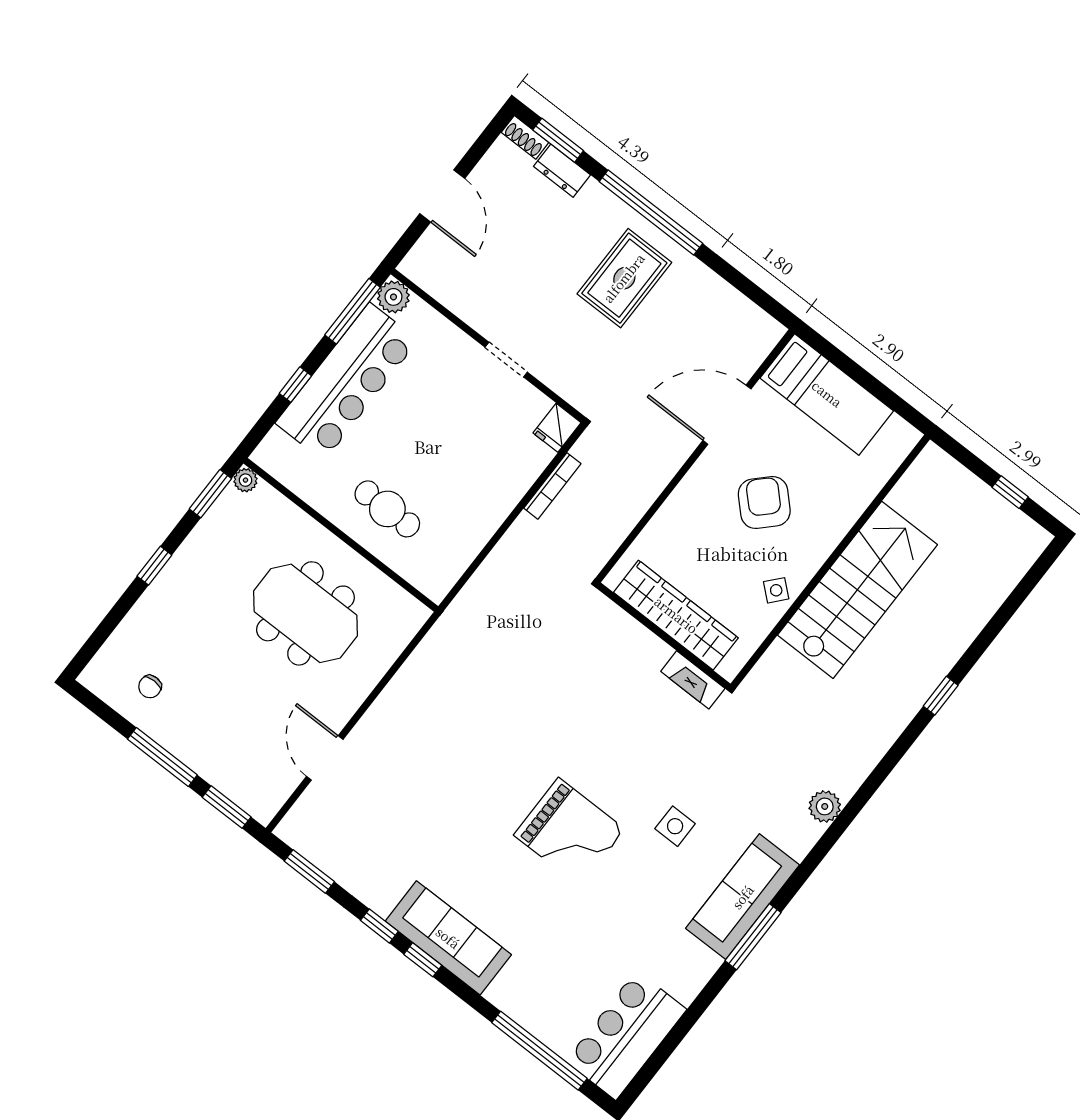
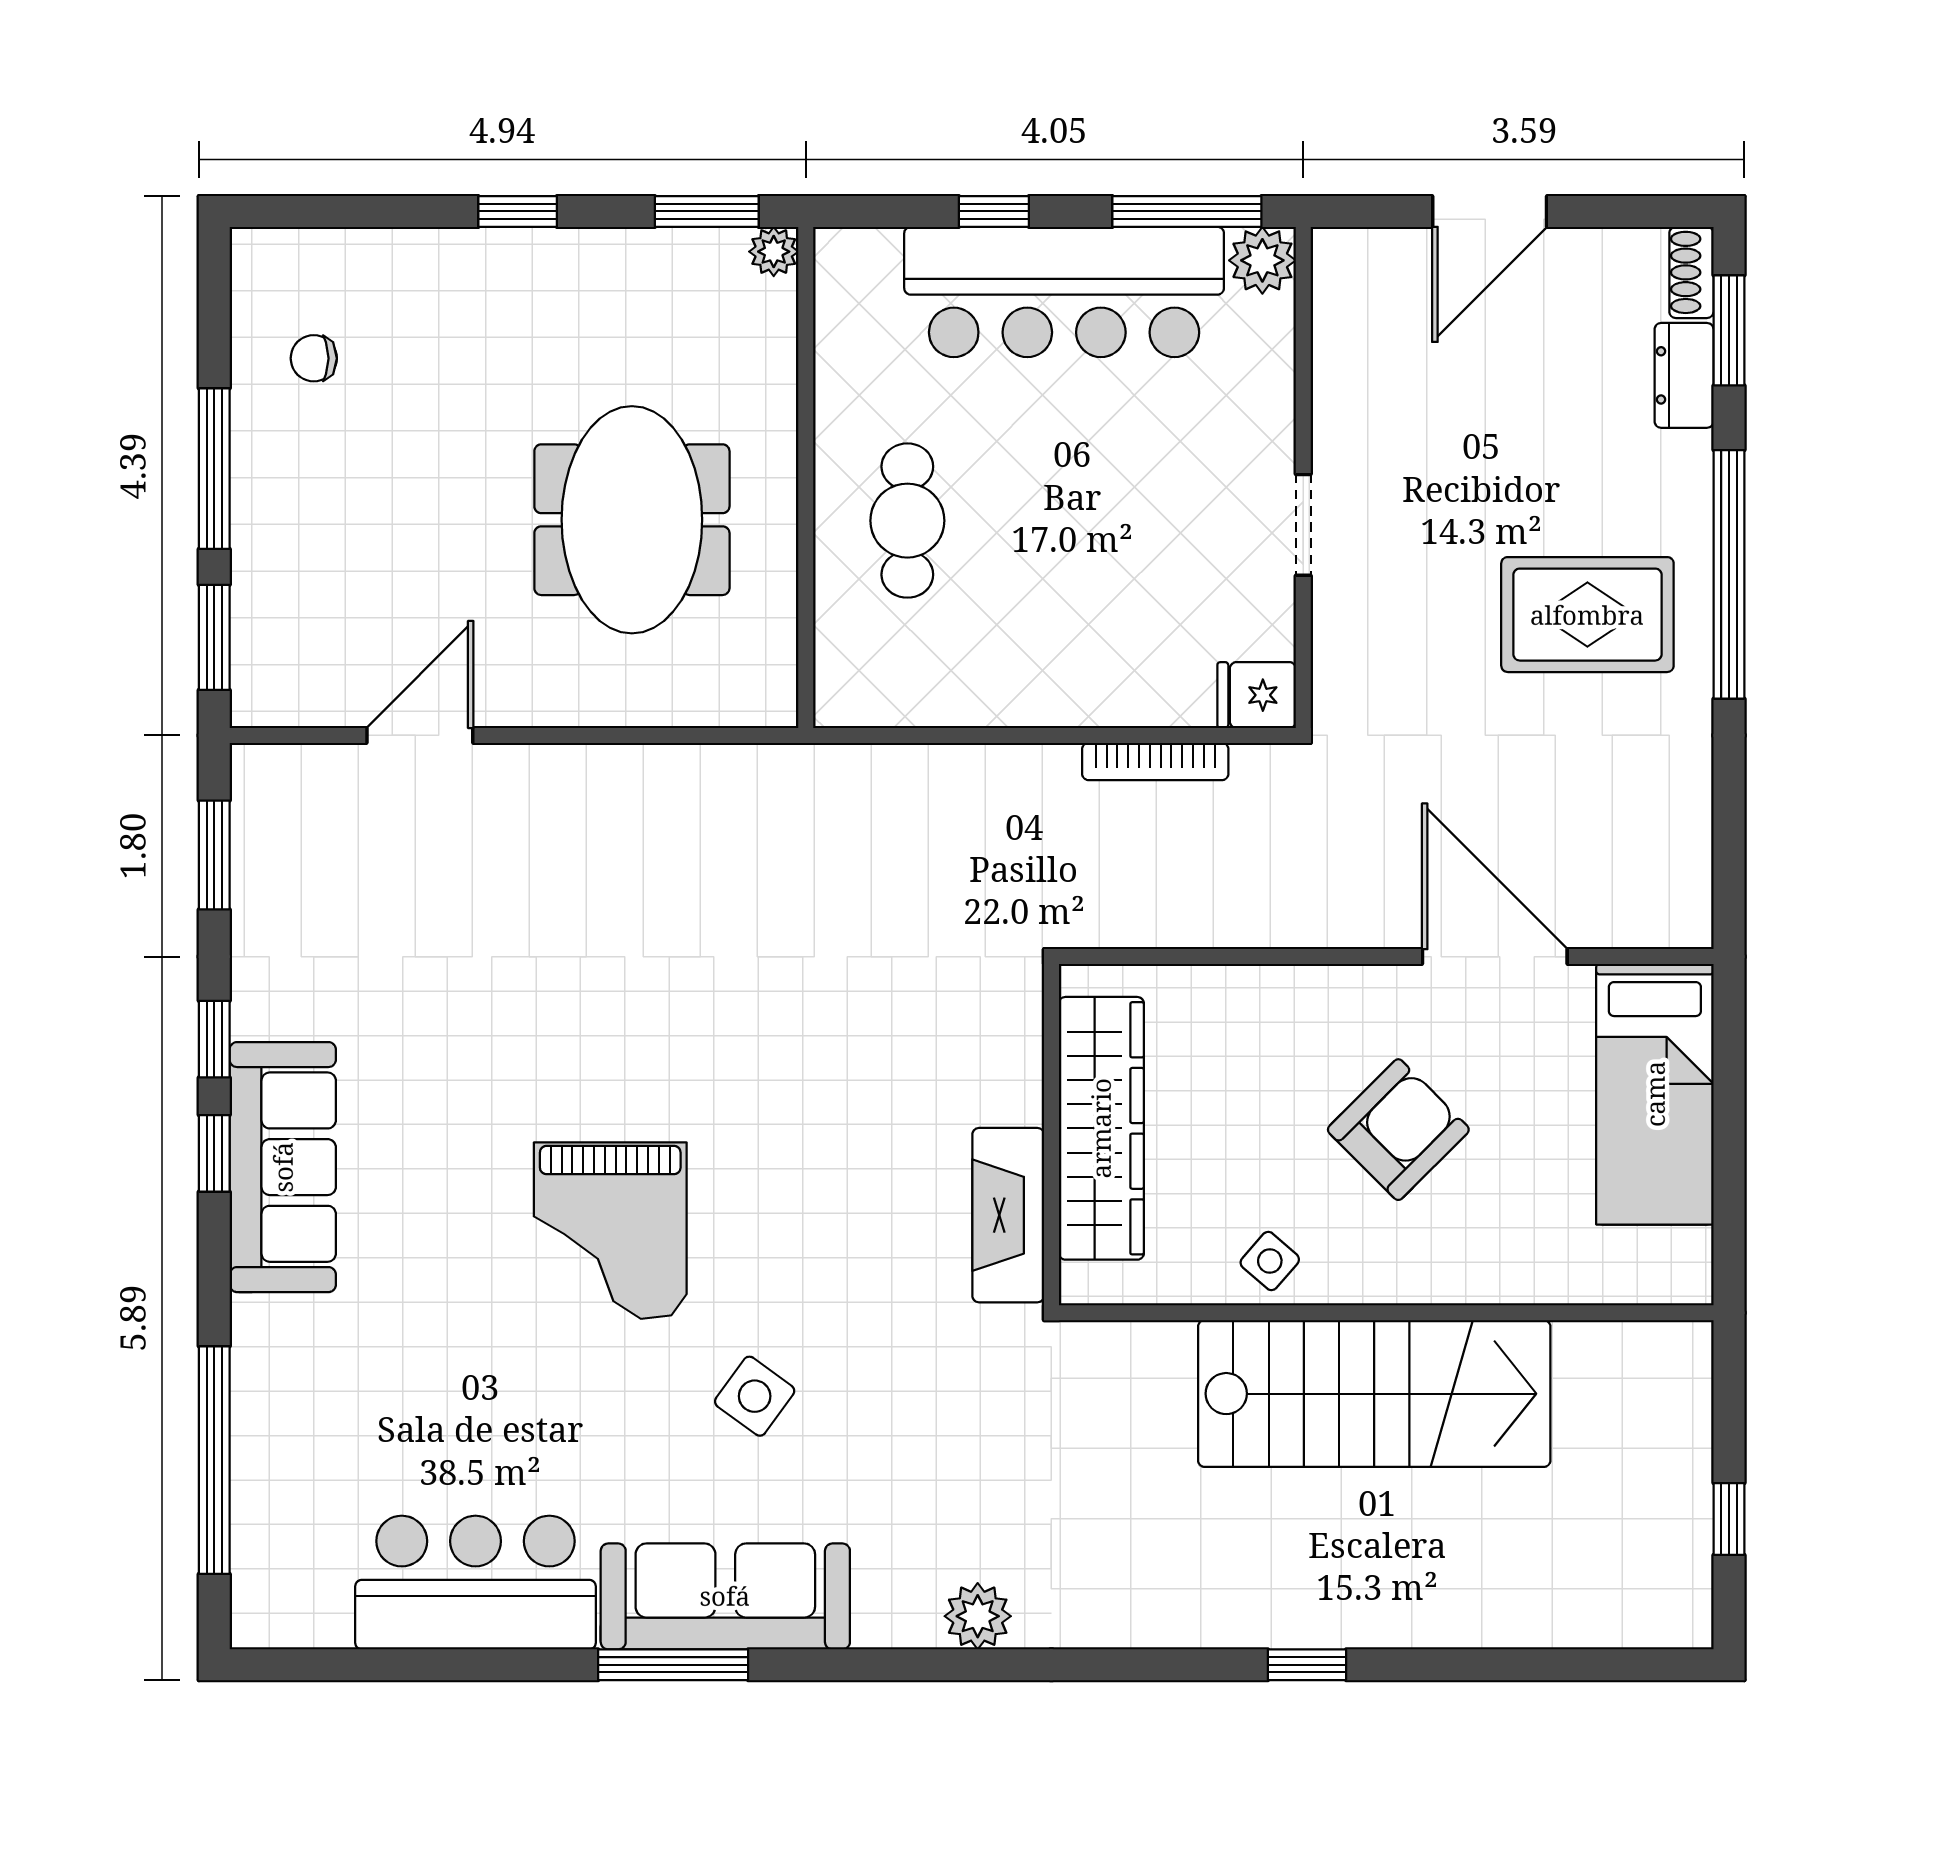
fireplace: (693, 680) -> (1008, 1215), width x1.37, depth x1.32
side table: (675, 826) -> (755, 1396), turned 36
bar counter: (626, 1035) -> (475, 1583), moved

